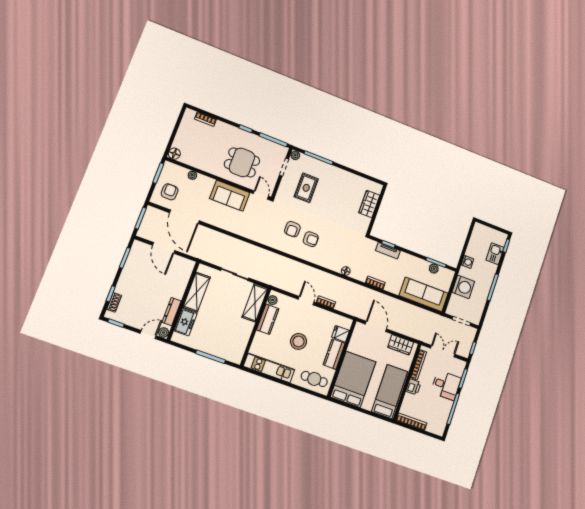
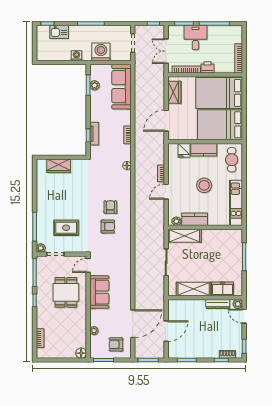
bed: (390, 392) -> (219, 93), width x1.50

